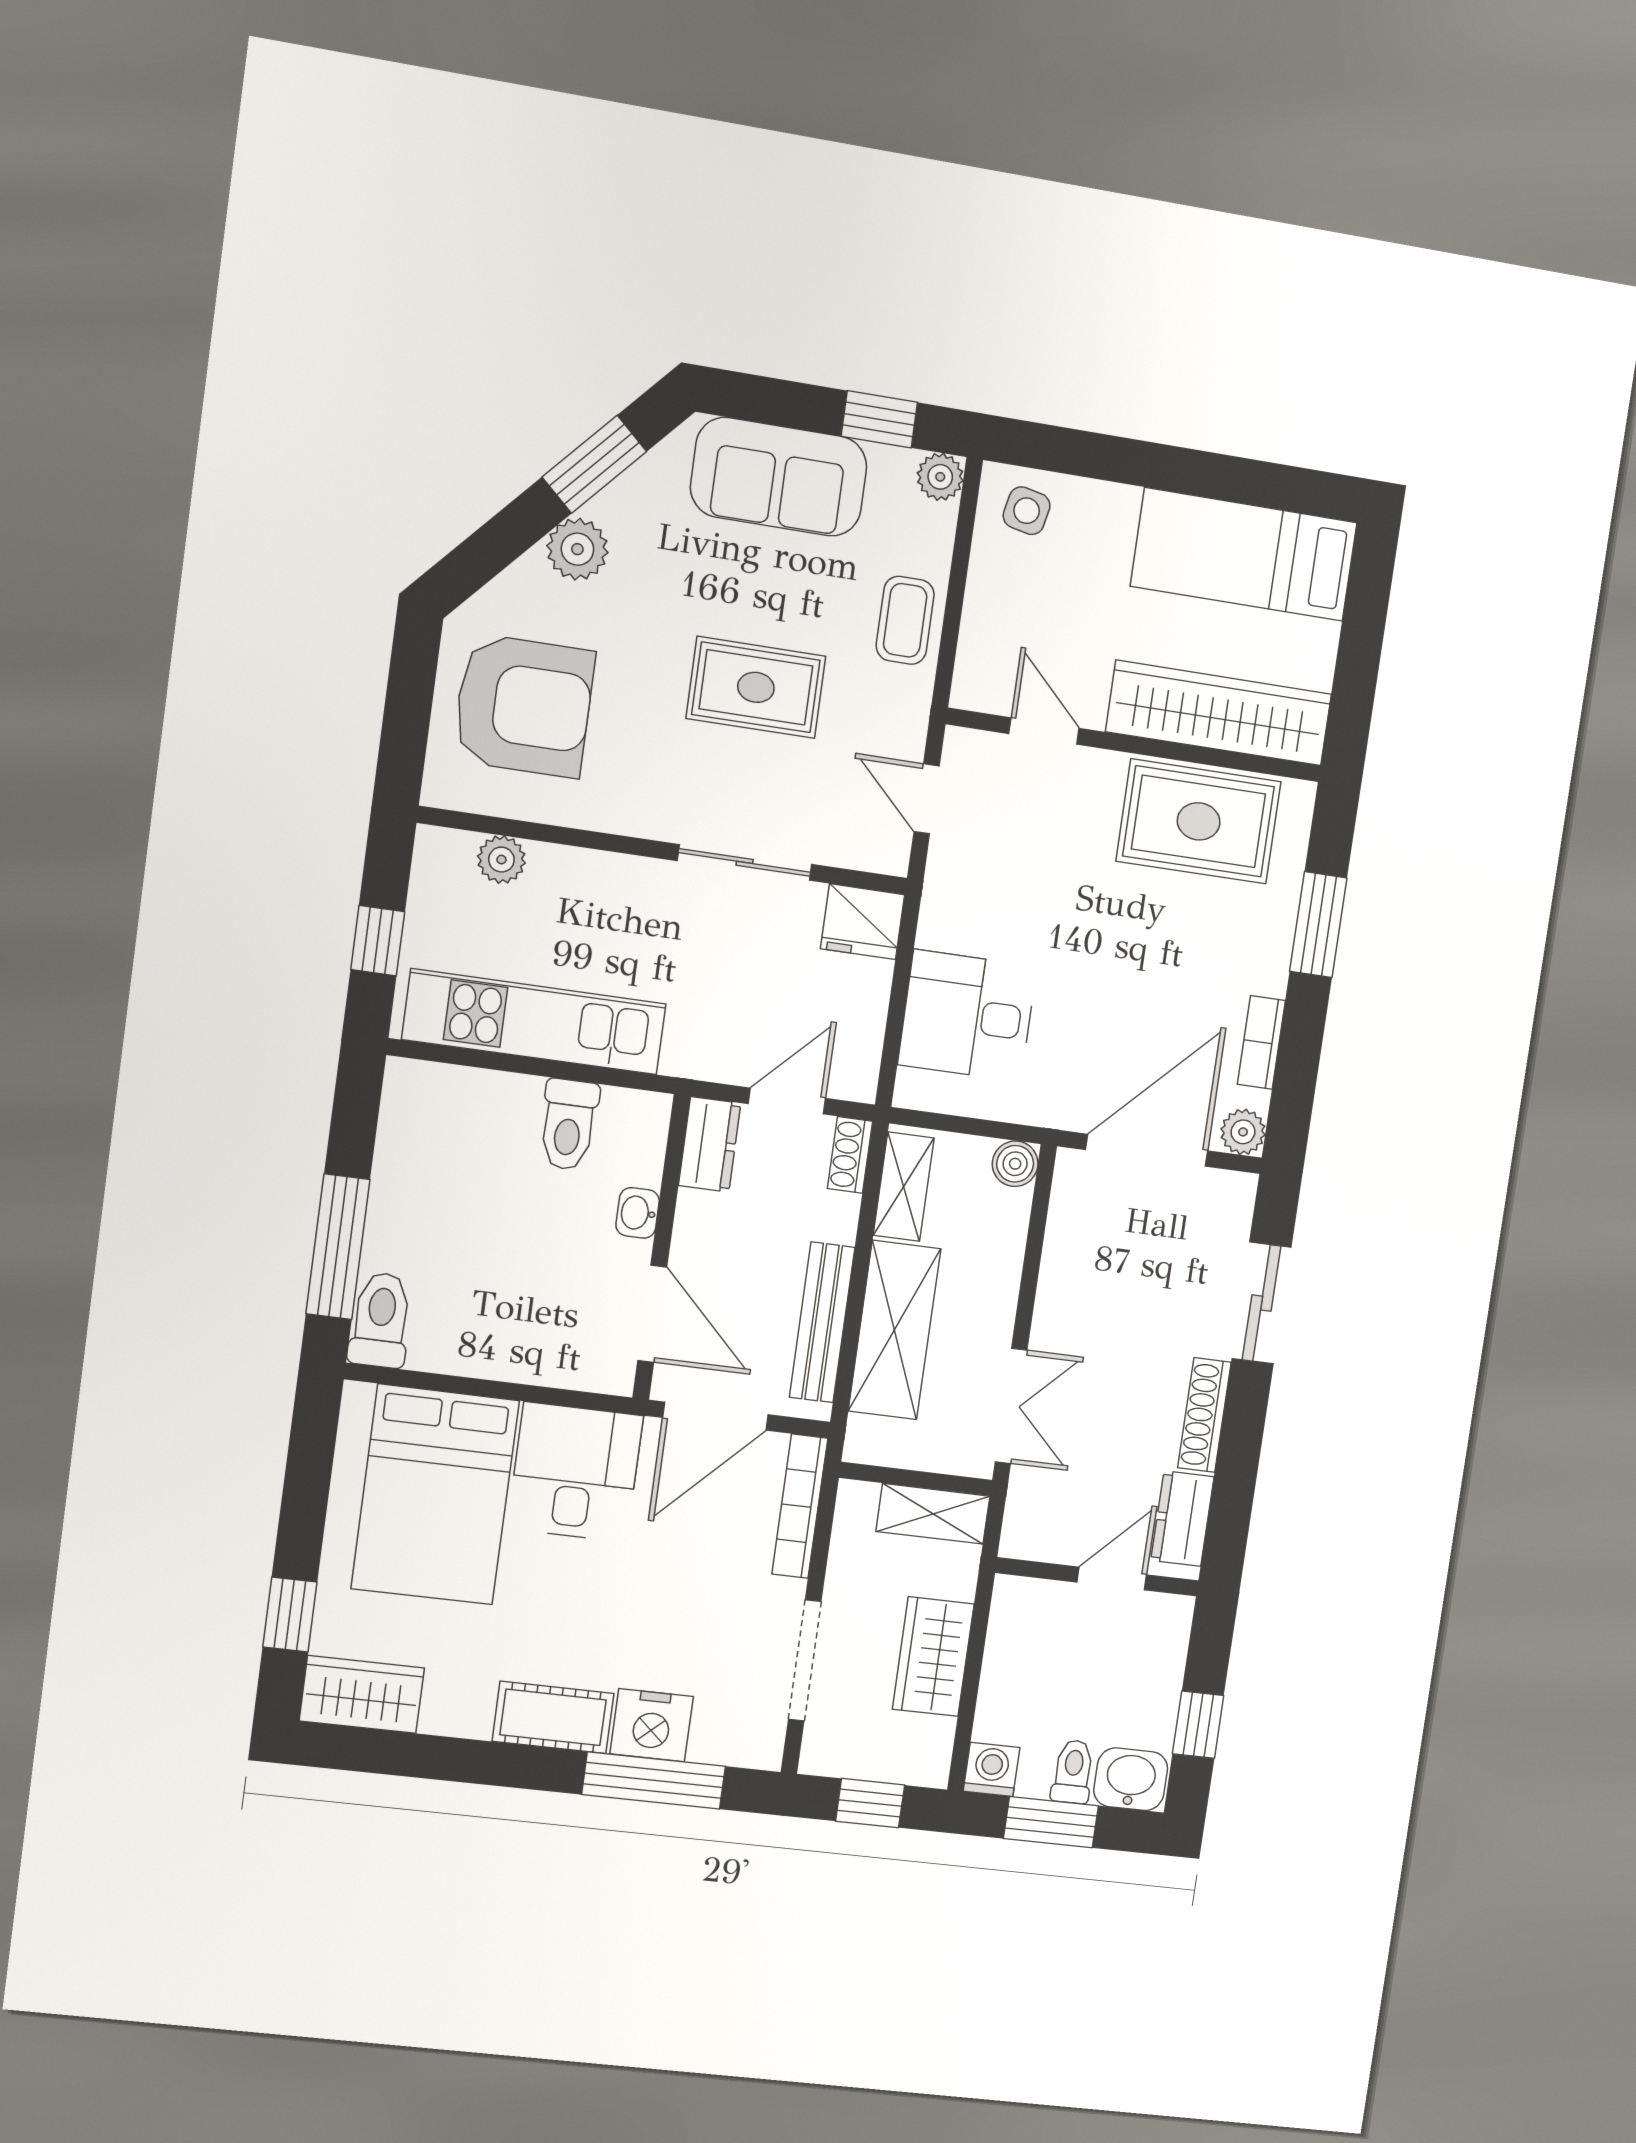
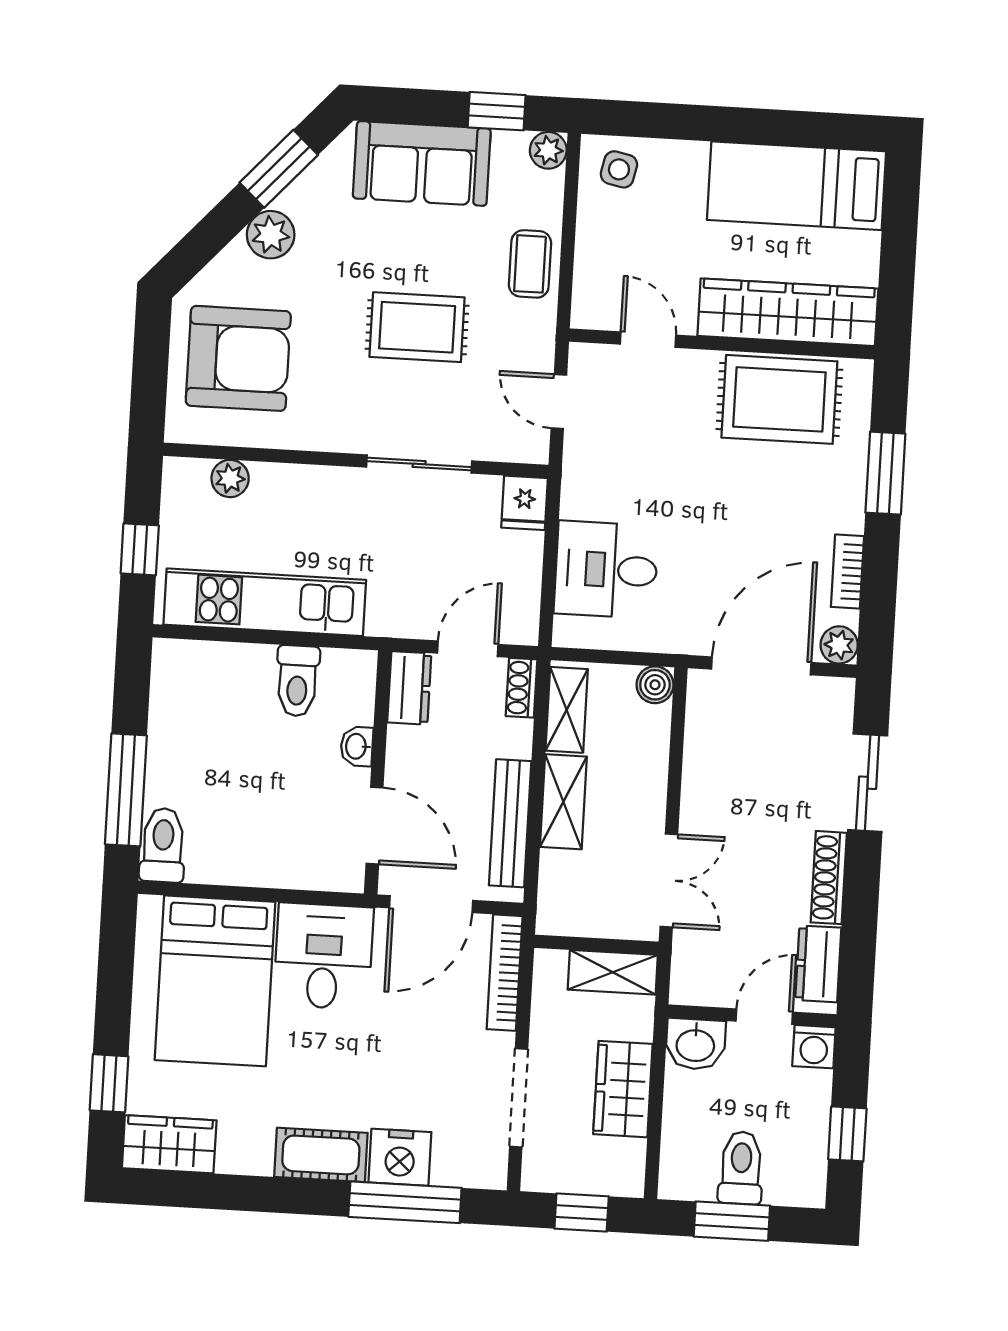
fridge: (863, 922) -> (524, 503), width x0.72
shelving: (895, 1330) -> (563, 802), width x0.67, depth x0.75
washing machine: (991, 1769) -> (814, 1047), moved, turned 180
toilet: (1073, 1772) -> (741, 1168), width x1.37, depth x1.39
washbasin: (1131, 1779) -> (695, 1044), moved, turned 180

